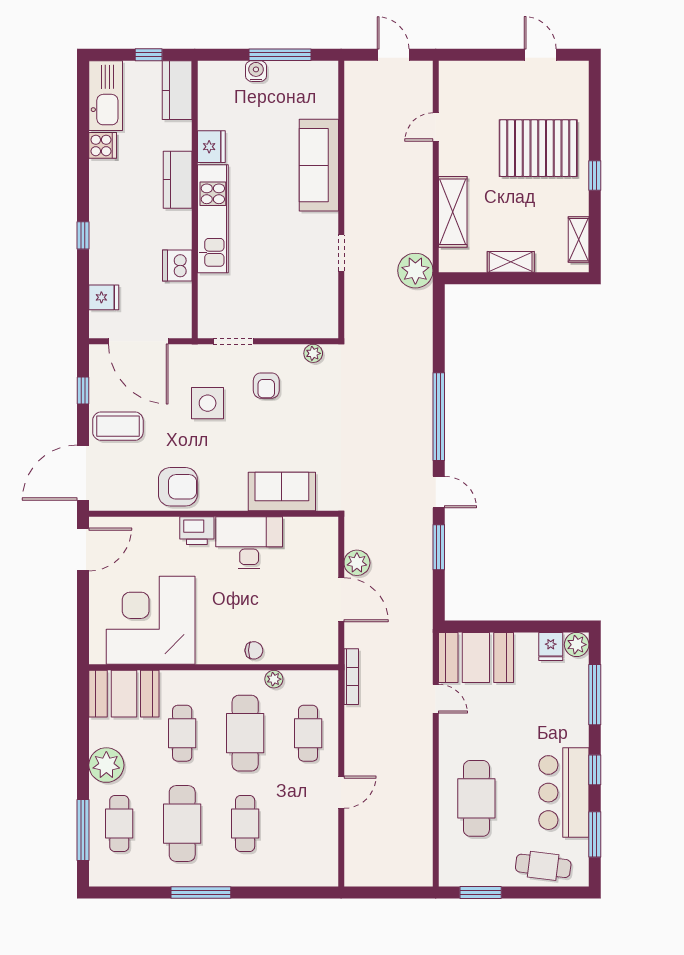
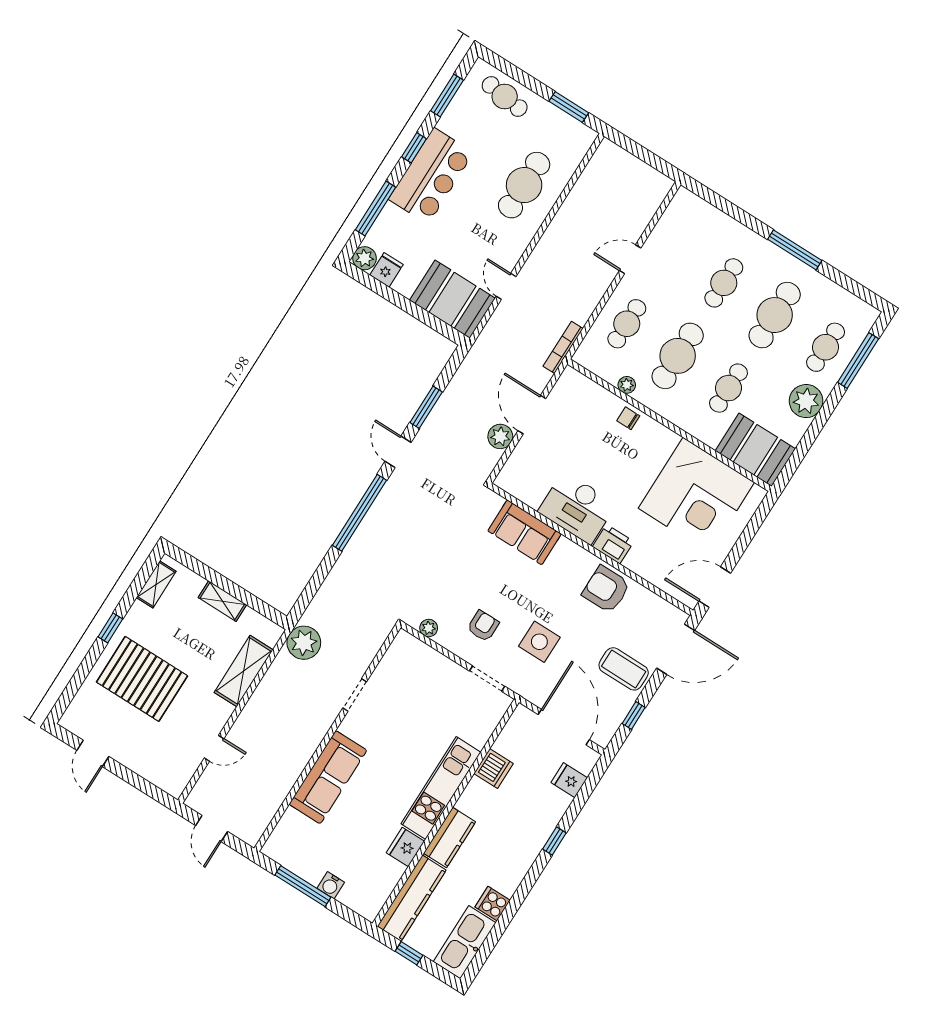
kitchen counter: (177, 90) -> (412, 898), width x1.50
bar counter: (564, 793) -> (431, 176), moved

